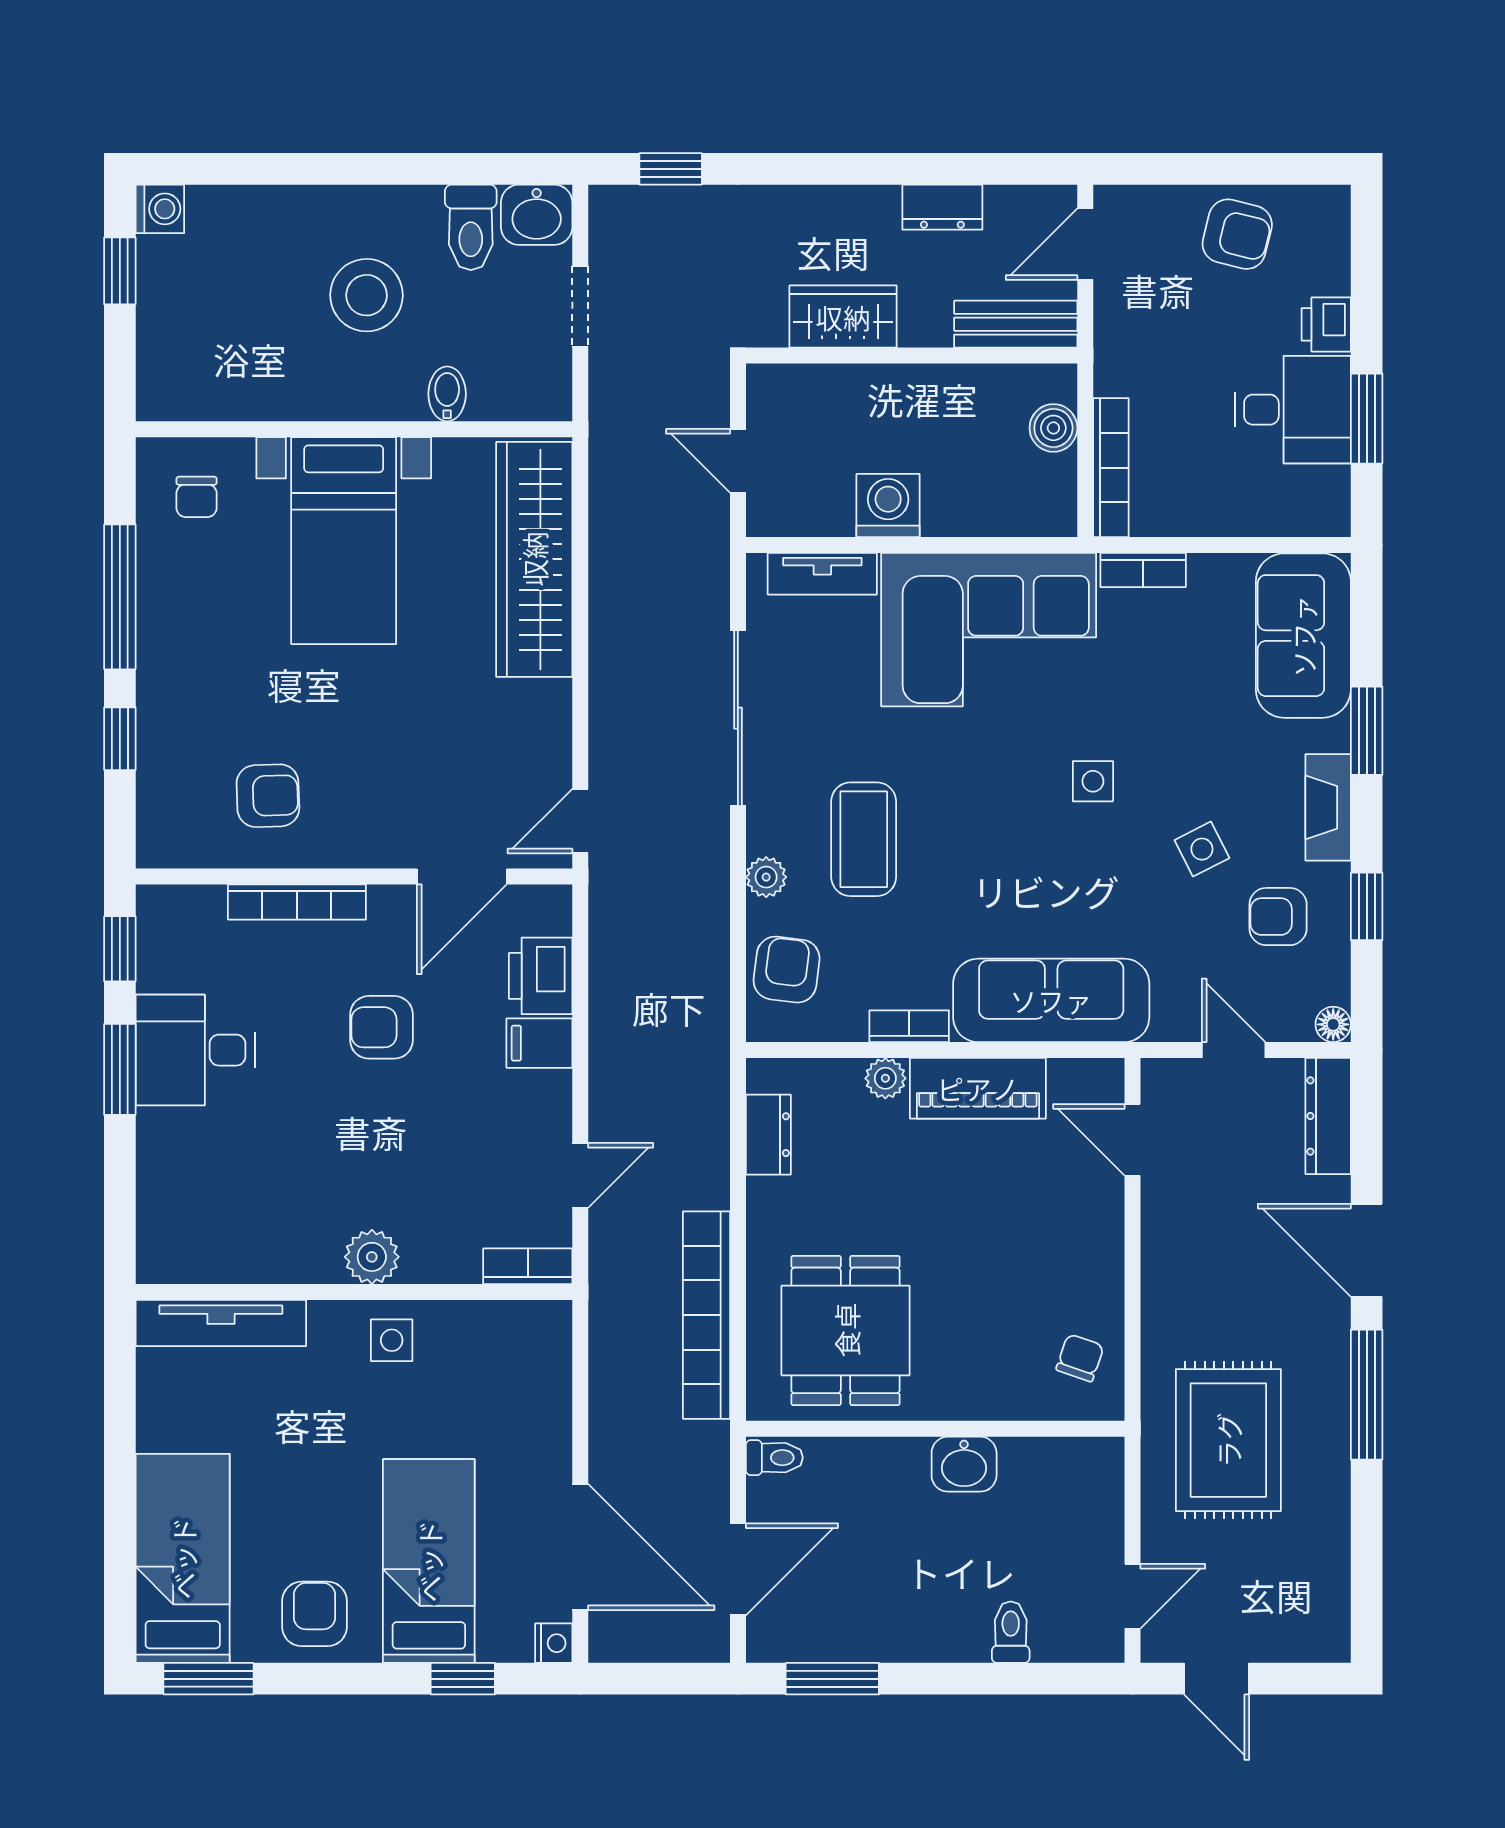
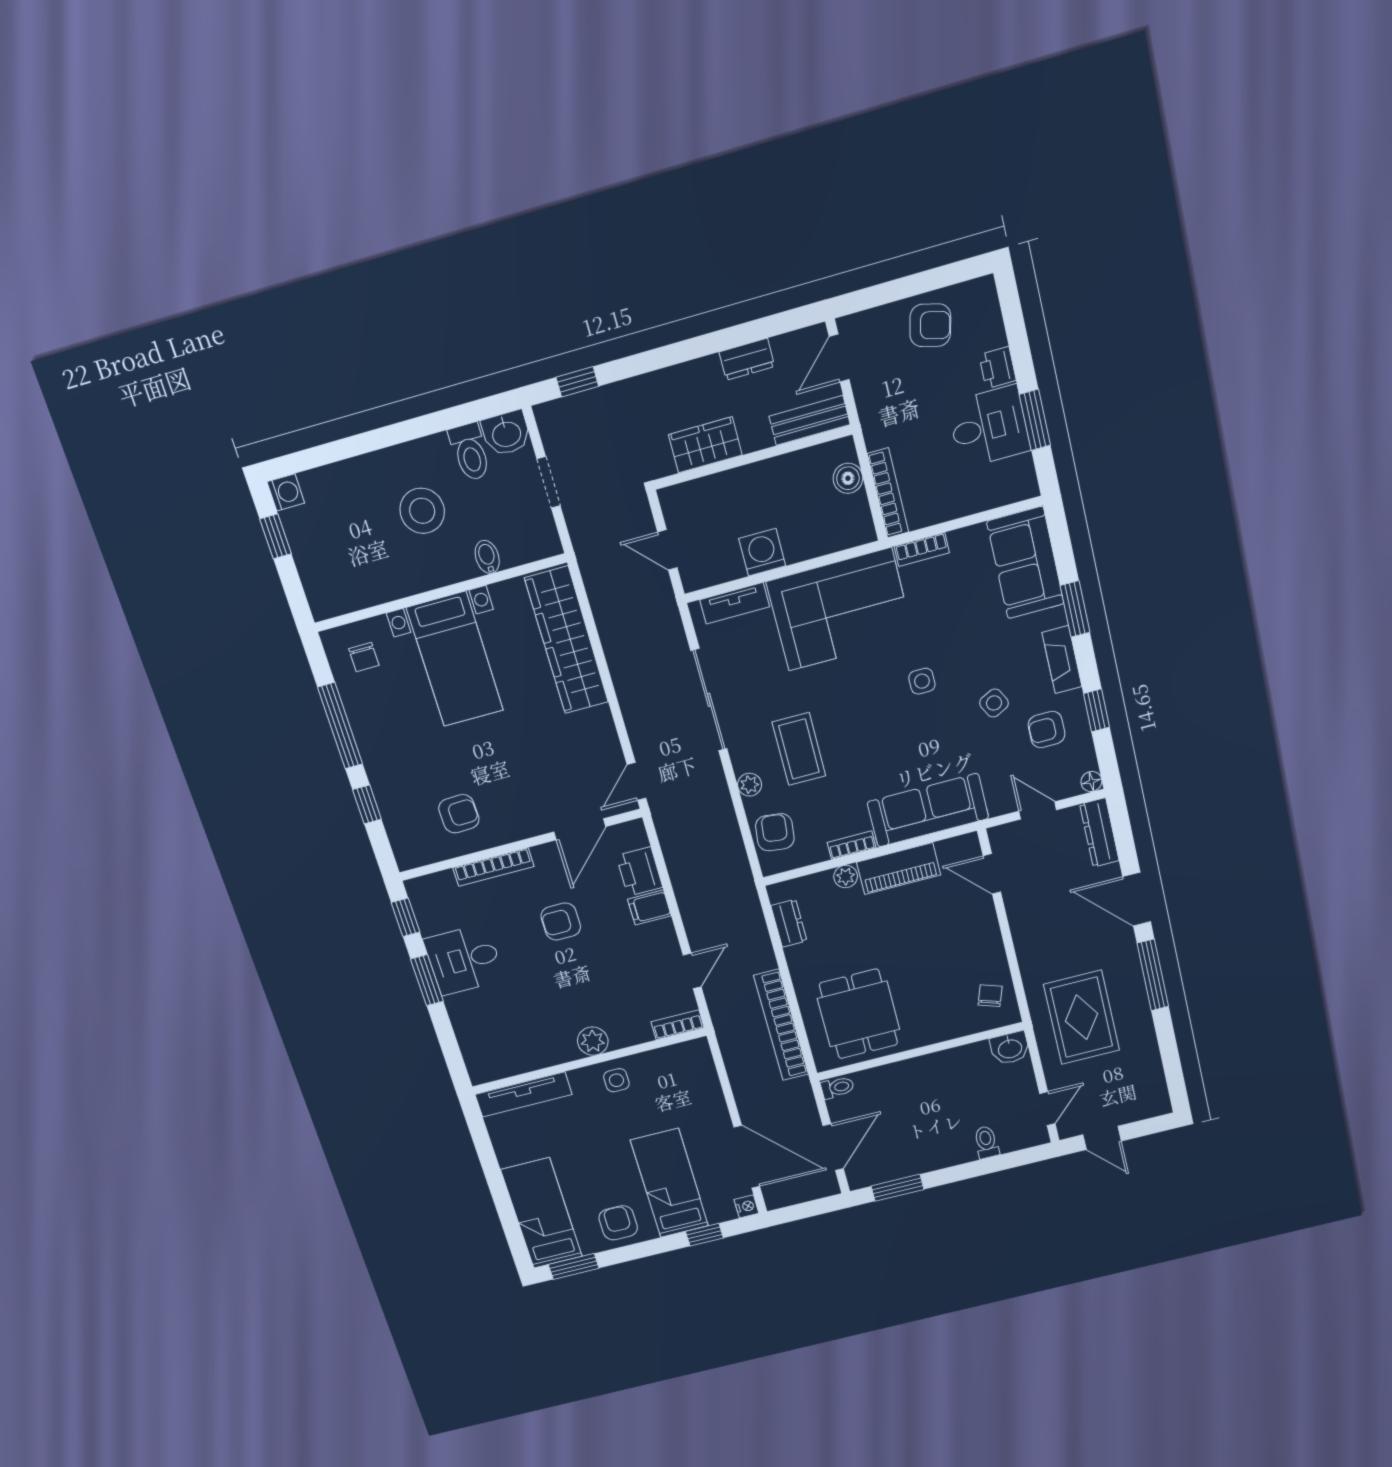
washbasin: (964, 1464) -> (1010, 1048), moved

